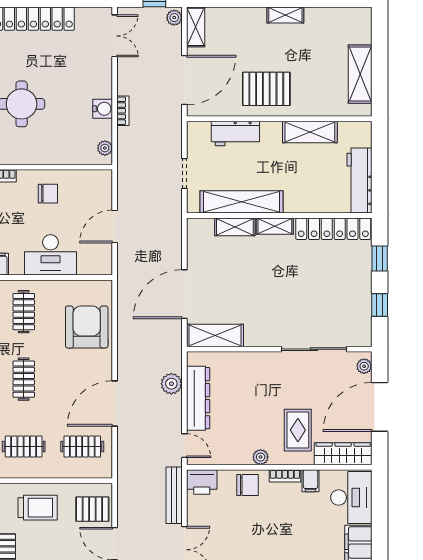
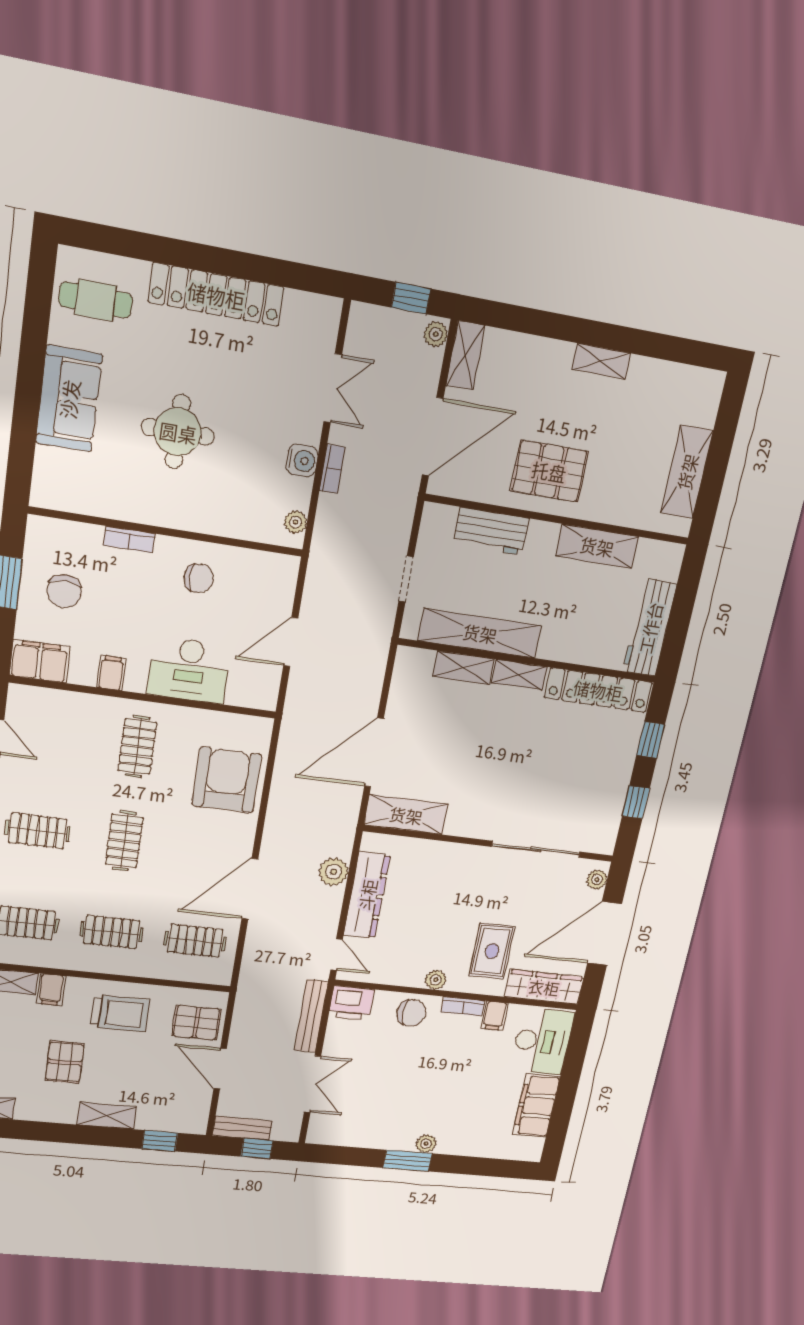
double door: (115, 36) -> (333, 388), moved

